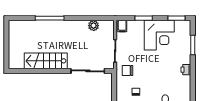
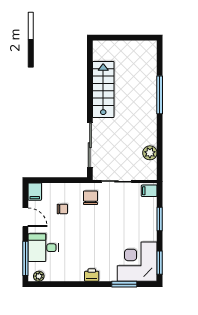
corner desk: (159, 35) -> (137, 262), moved, turned 90

